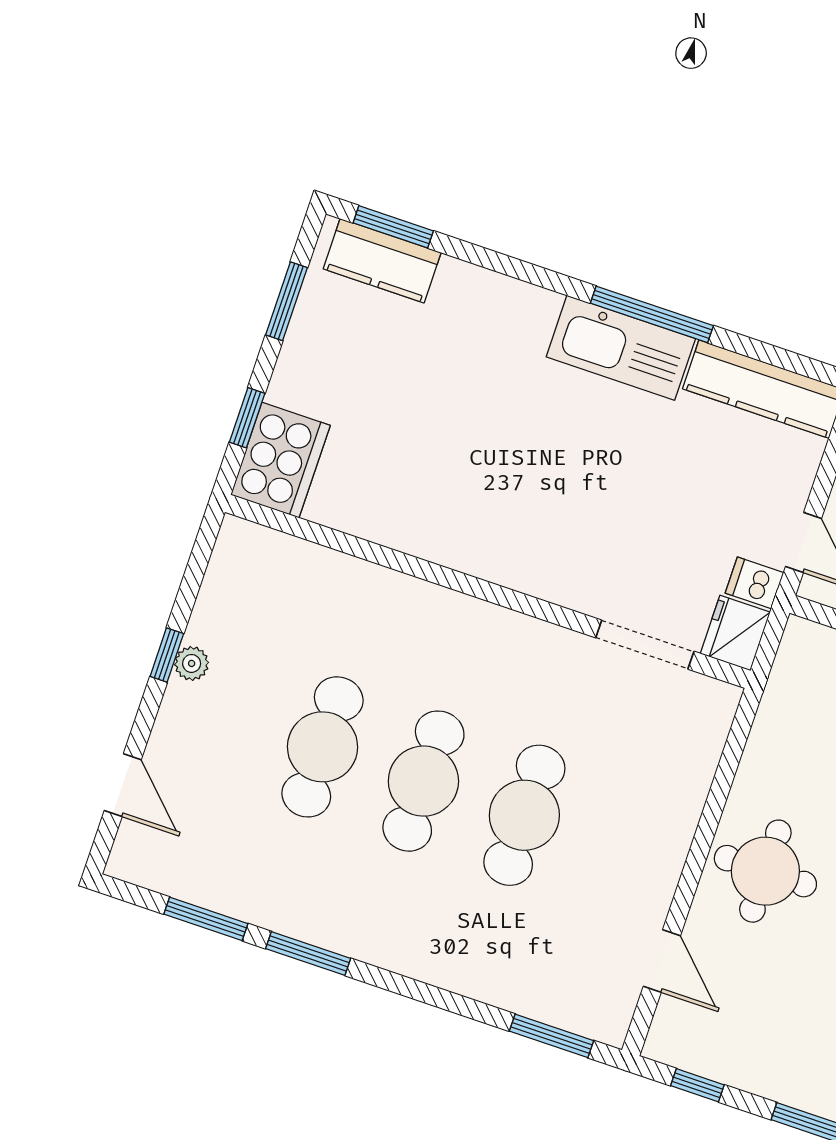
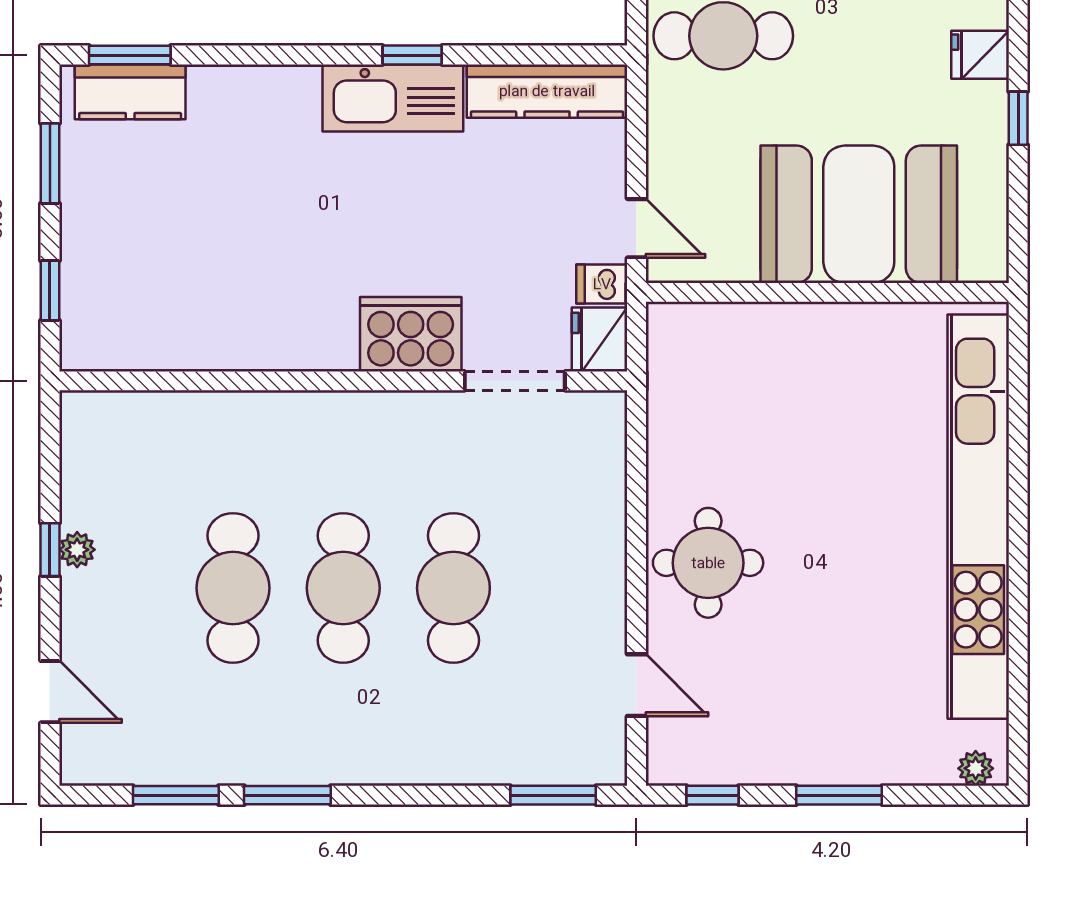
window: (652, 314) -> (412, 55), width x0.46
cooker: (280, 460) -> (411, 334), moved, turned -90

